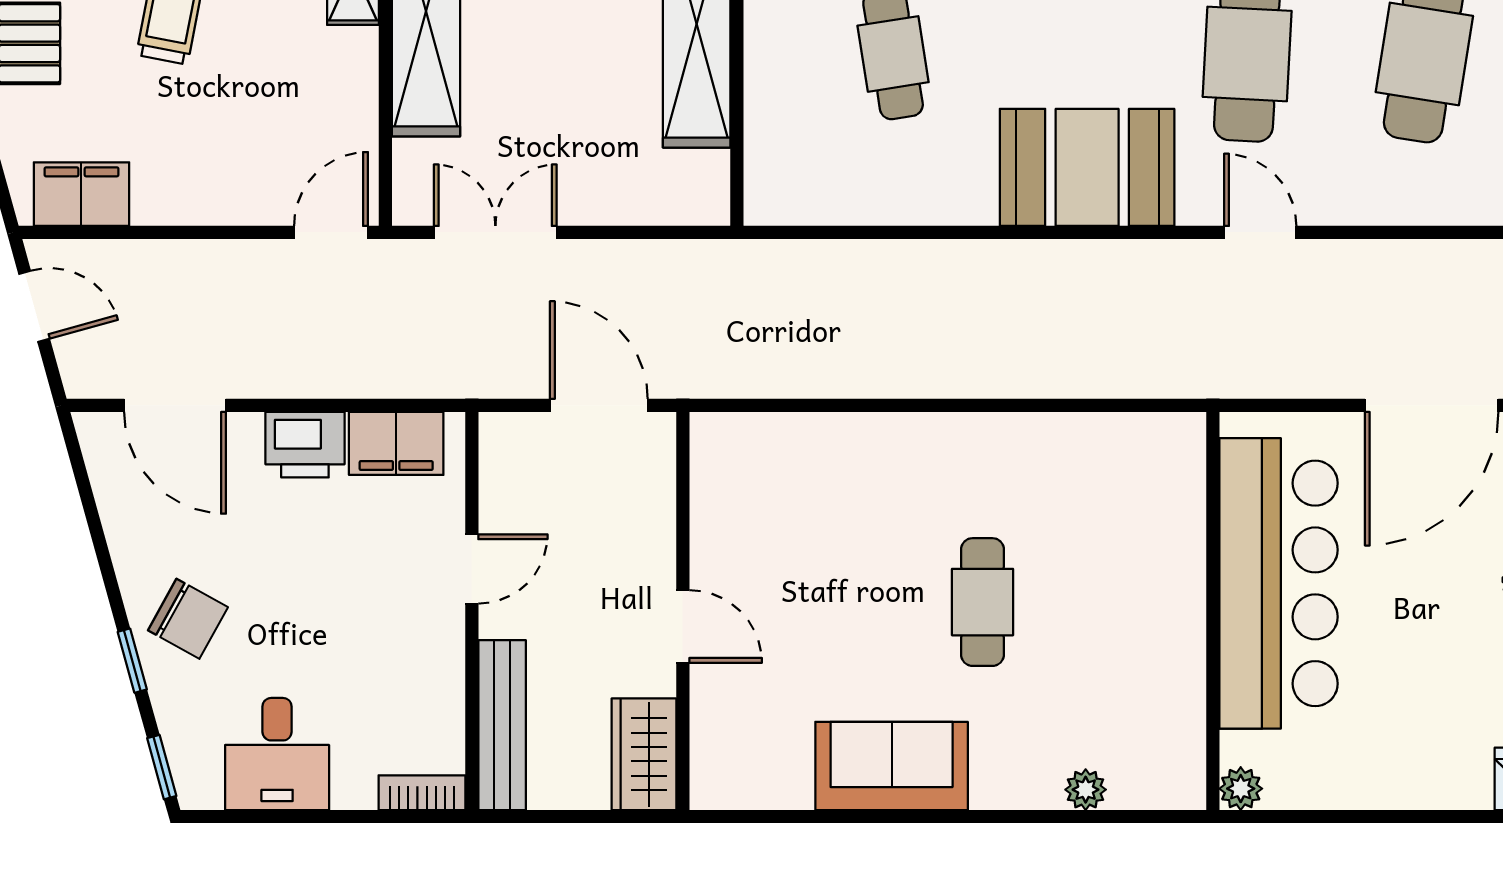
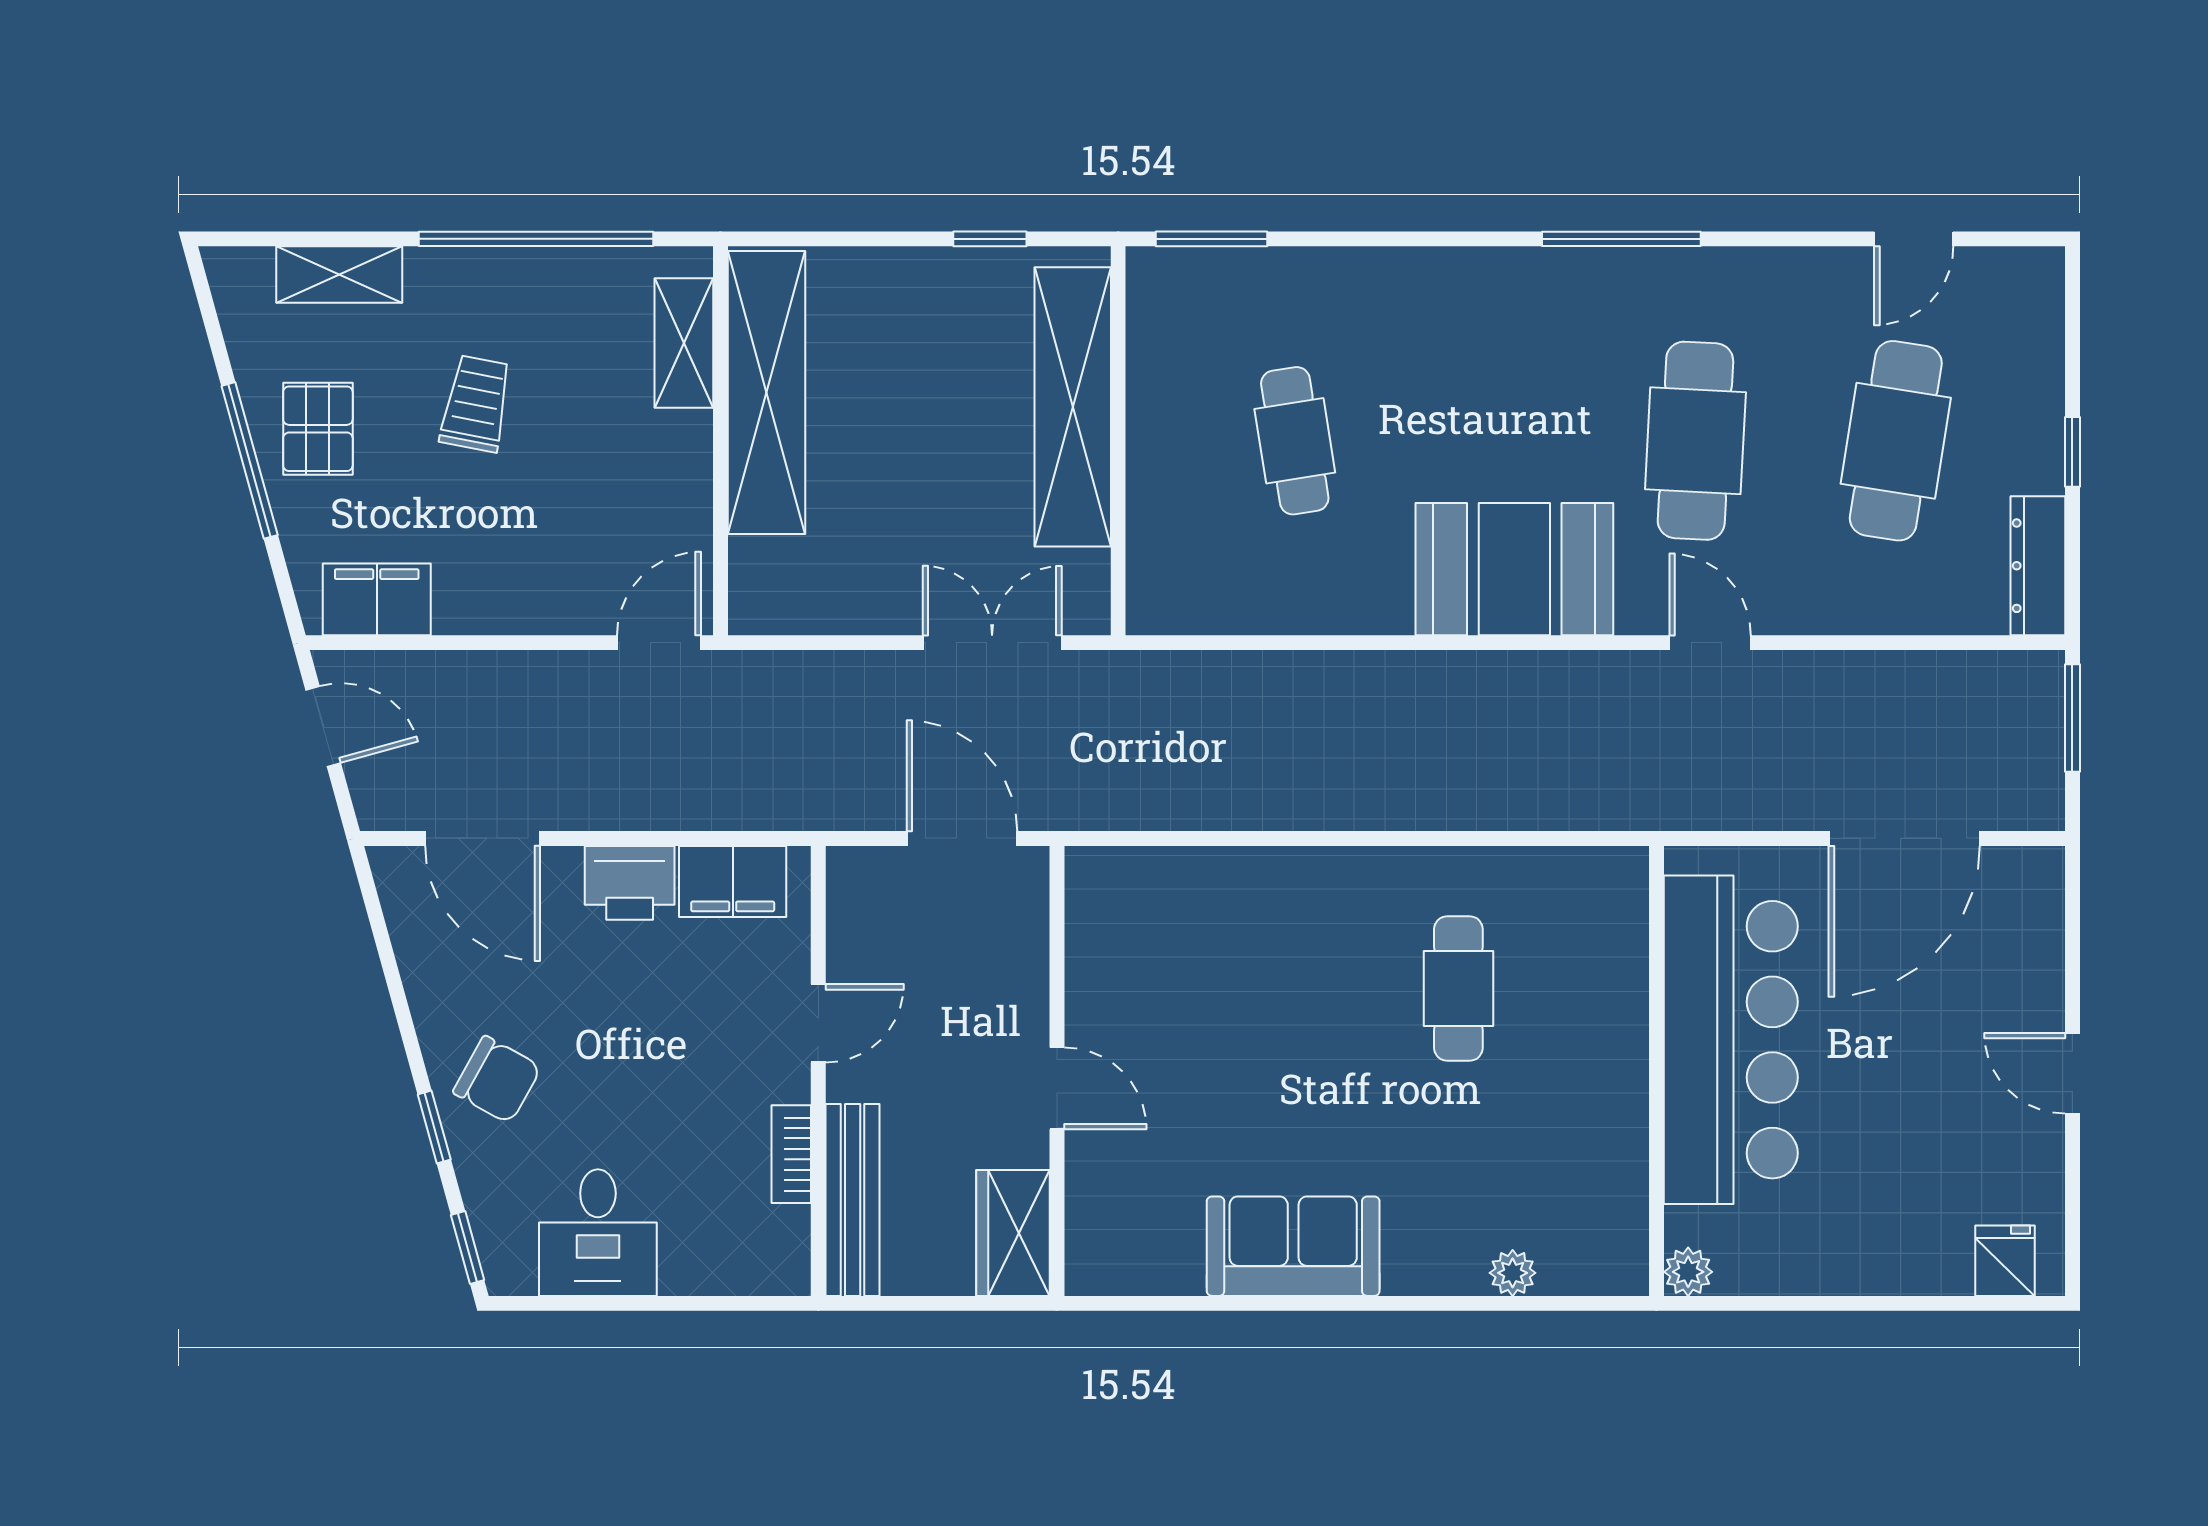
double door: (495, 232) -> (992, 643), moved
cafe table: (982, 602) -> (1458, 989), moved
bookcase: (422, 793) -> (791, 1154), moved, turned -90

